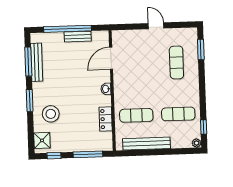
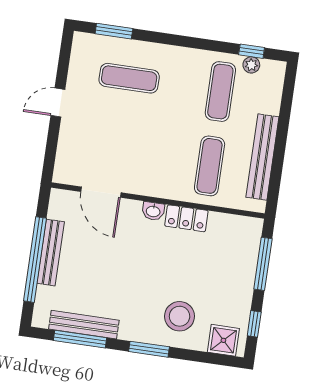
bench: (78, 37) -> (51, 253), width x1.36
locker: (106, 119) -> (186, 218), moved
plant: (197, 143) -> (251, 65), moved

